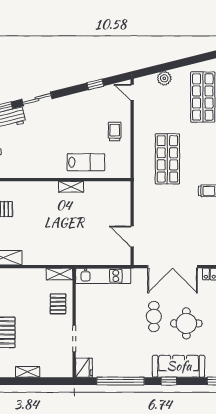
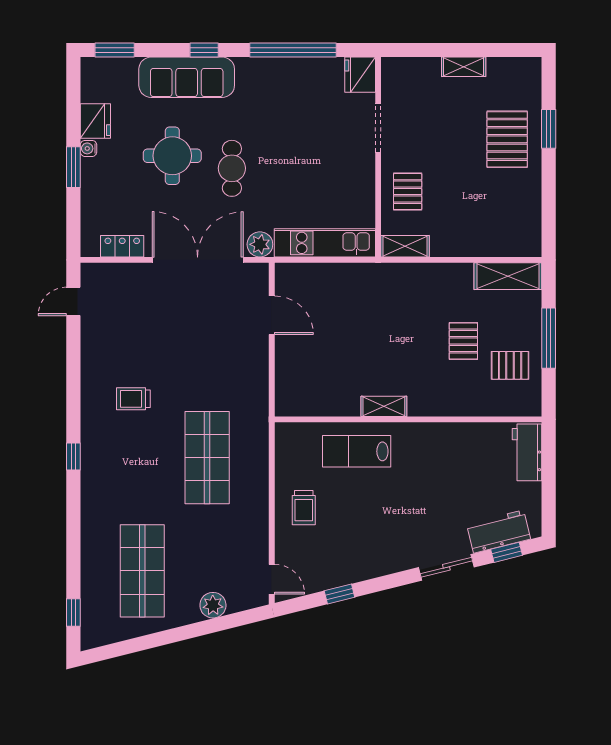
pallet: (28, 222) -> (463, 341), added
plant: (139, 275) -> (260, 244), added

